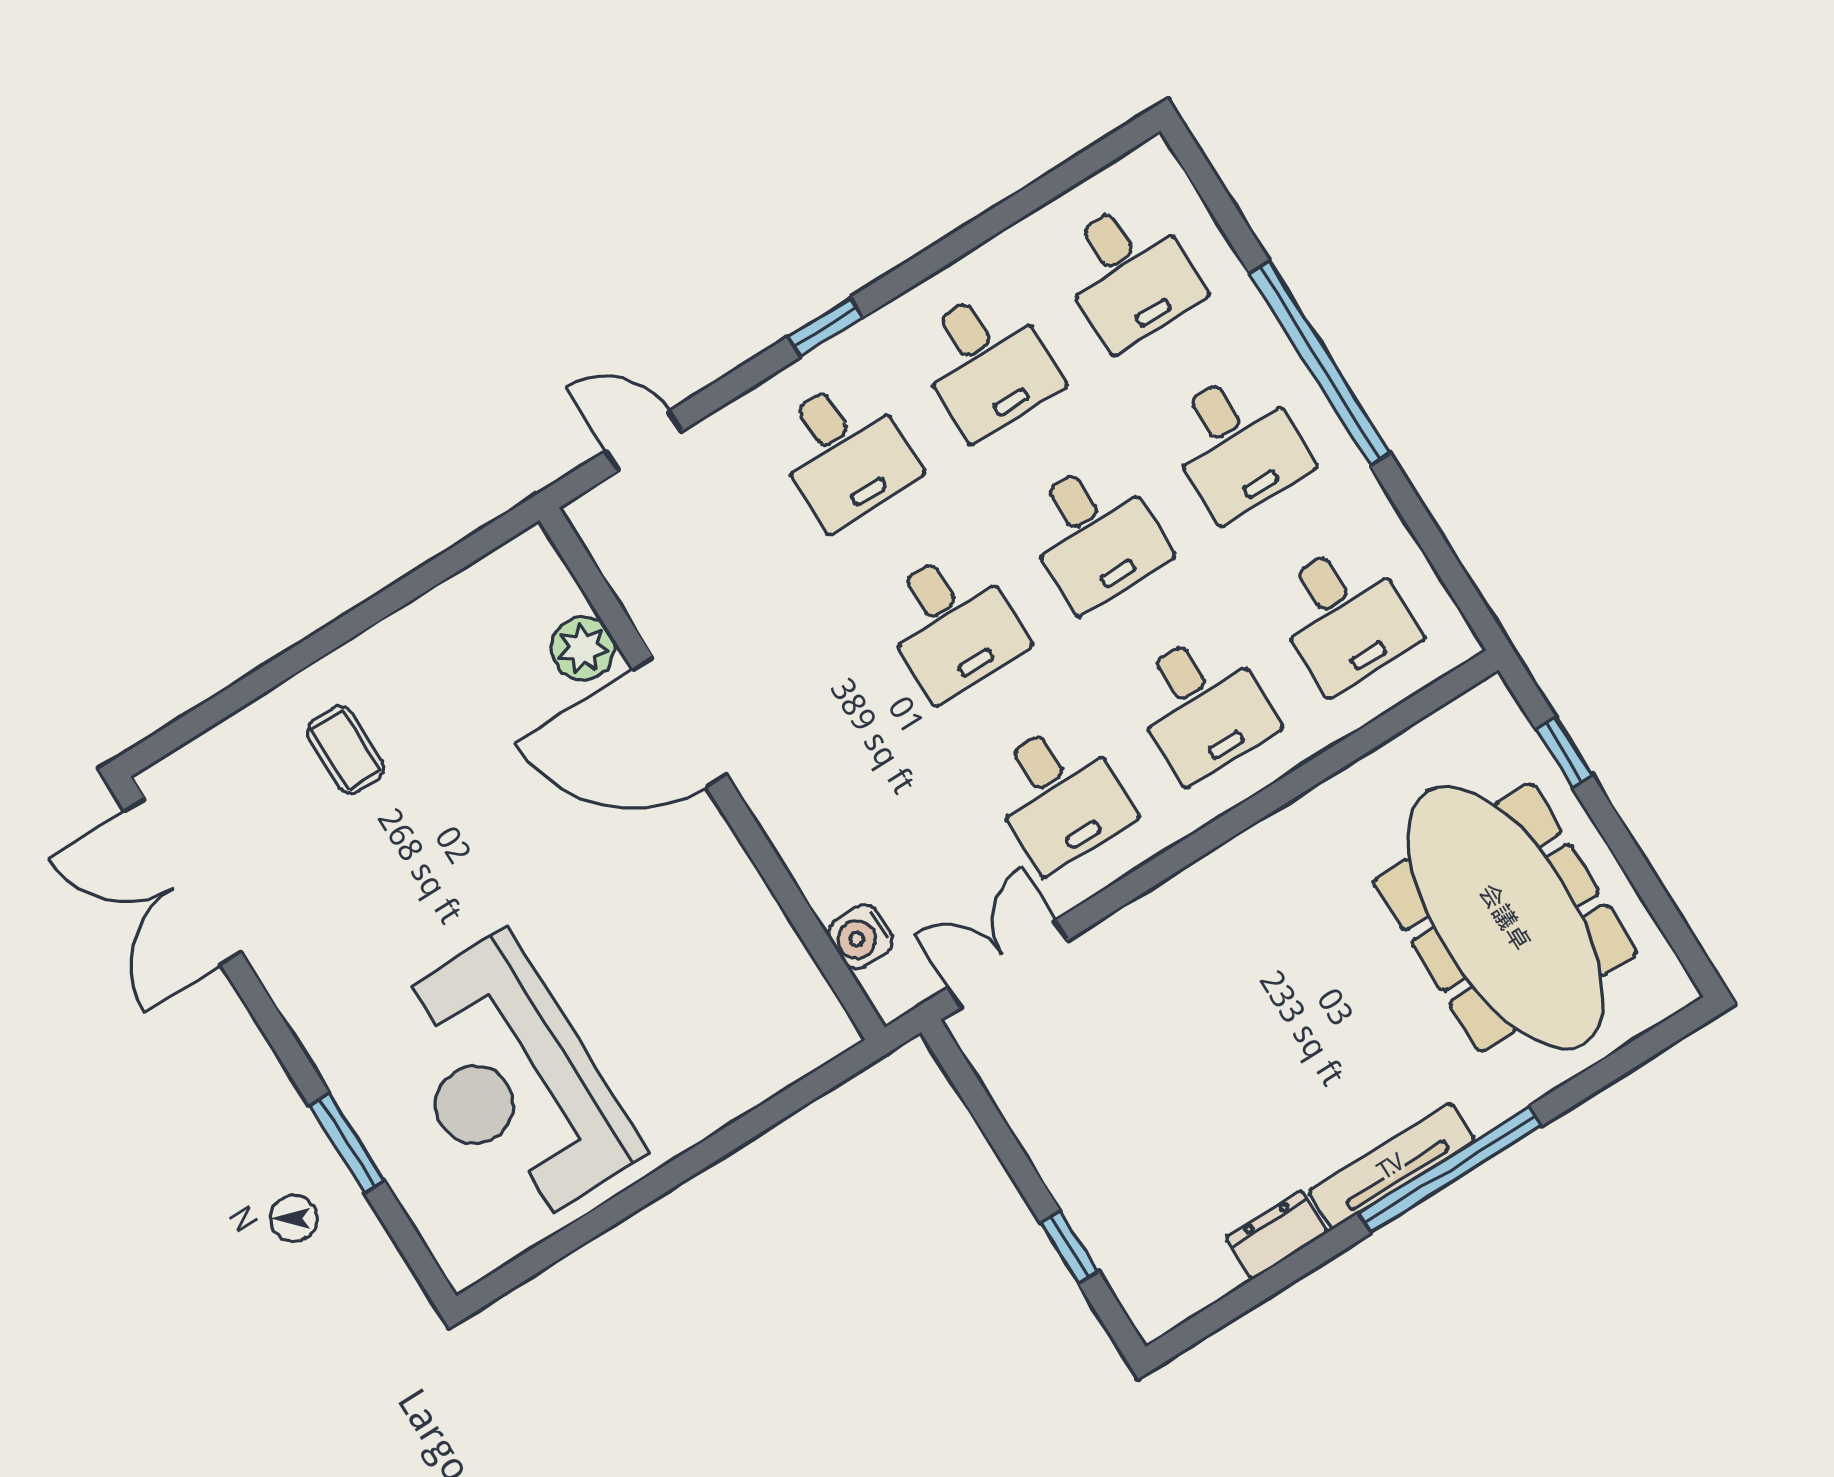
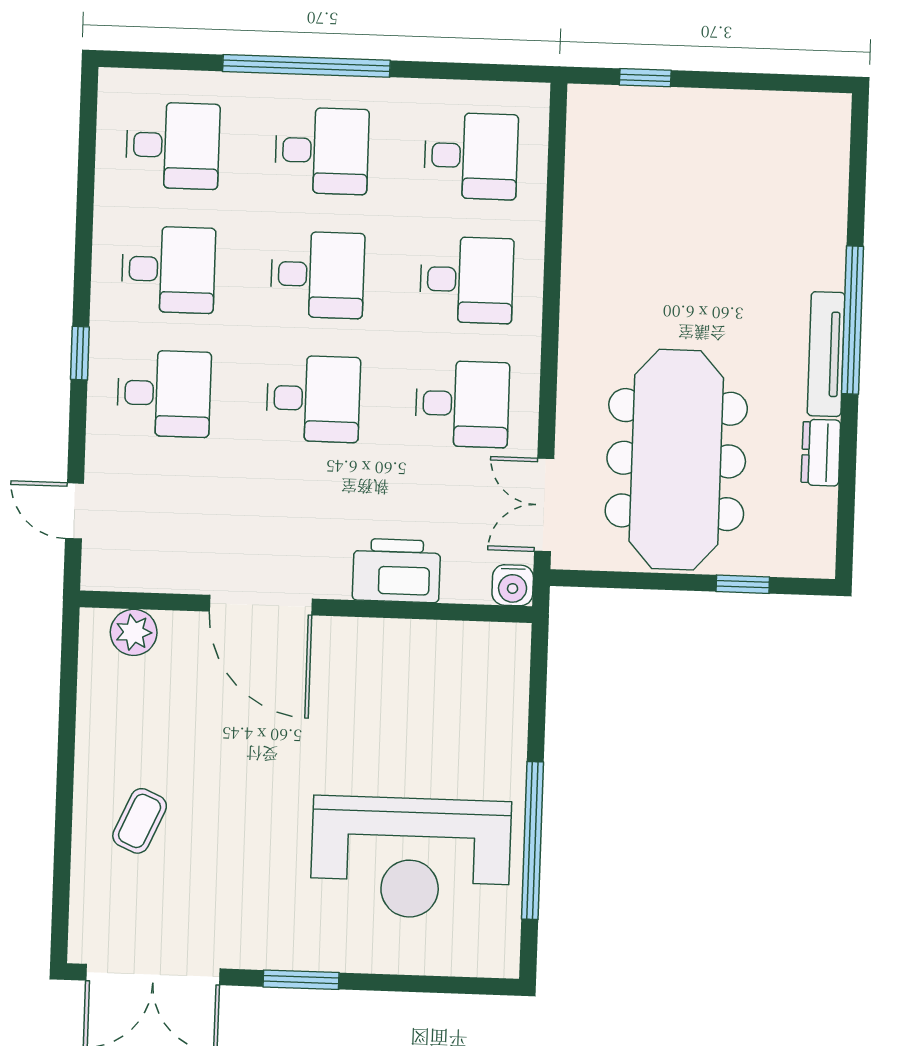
door: (644, 441) -> (74, 511), hinge flipped
plant: (583, 648) -> (134, 632), moved
door: (680, 722) -> (261, 605), hinge flipped
coffee table: (345, 750) -> (140, 821), turned -66
printer: (822, 848) -> (396, 570), added
meeting table: (1505, 917) -> (676, 460), moved, turned 90
water cooler: (860, 937) -> (513, 585), moved
window: (347, 1143) -> (301, 980), moved
window: (622, 1206) -> (532, 841), added

